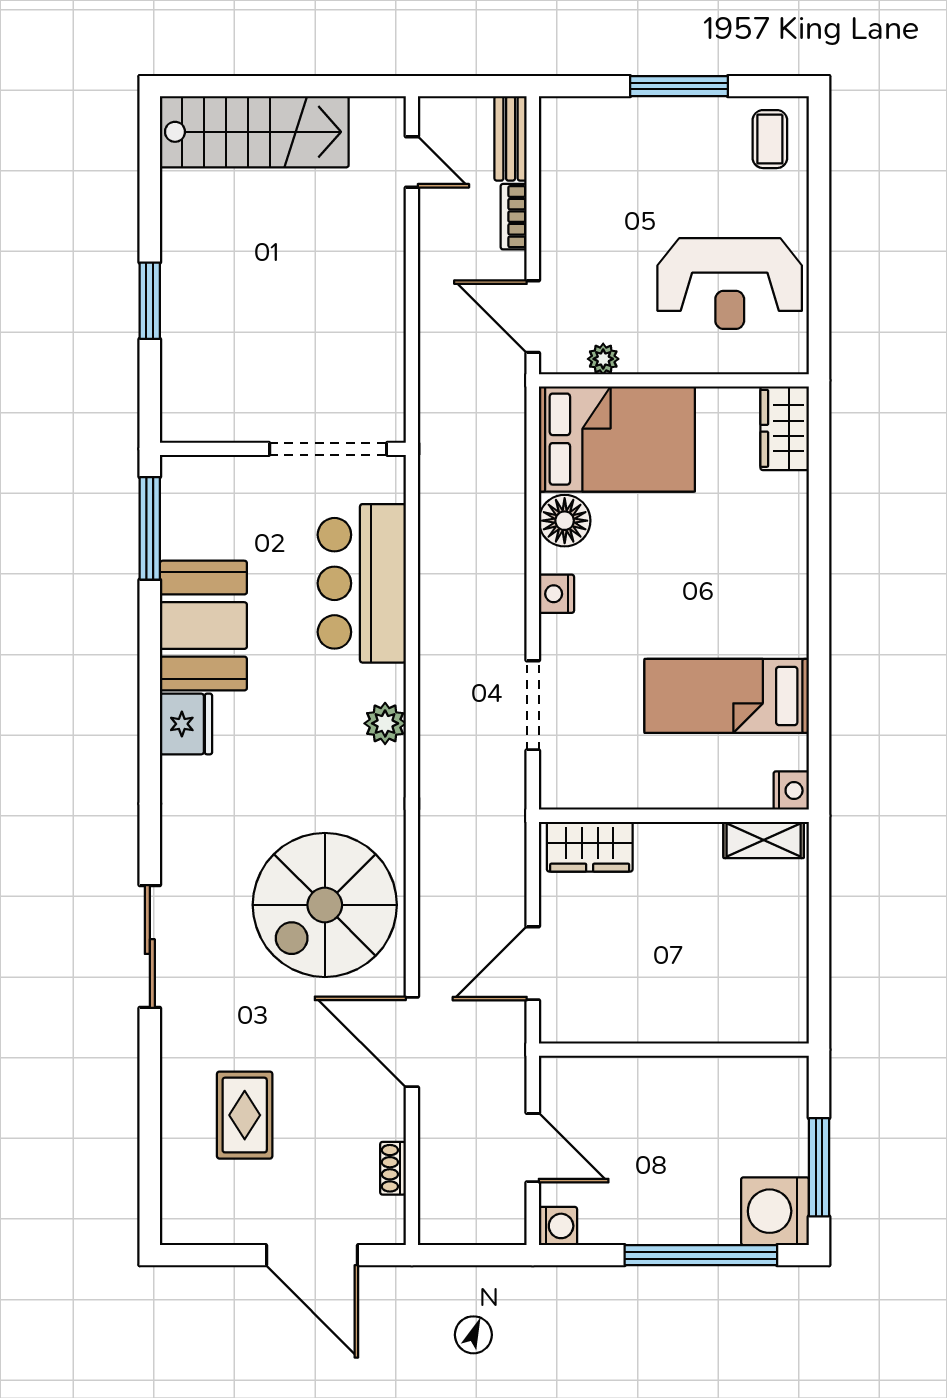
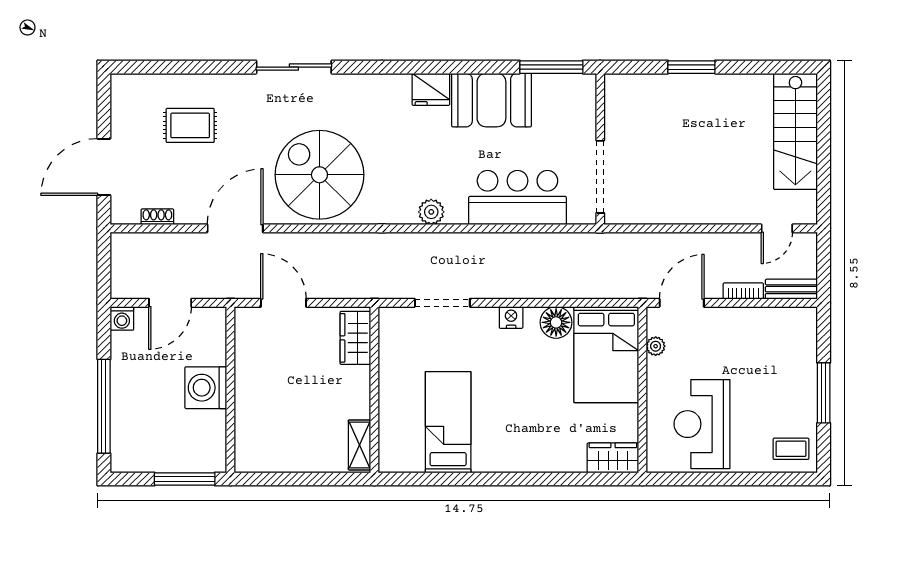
nightstand: (791, 791) -> (390, 462), removed
window: (819, 1167) -> (185, 479), moved
washing machine: (775, 1211) -> (206, 388), moved, turned -90

